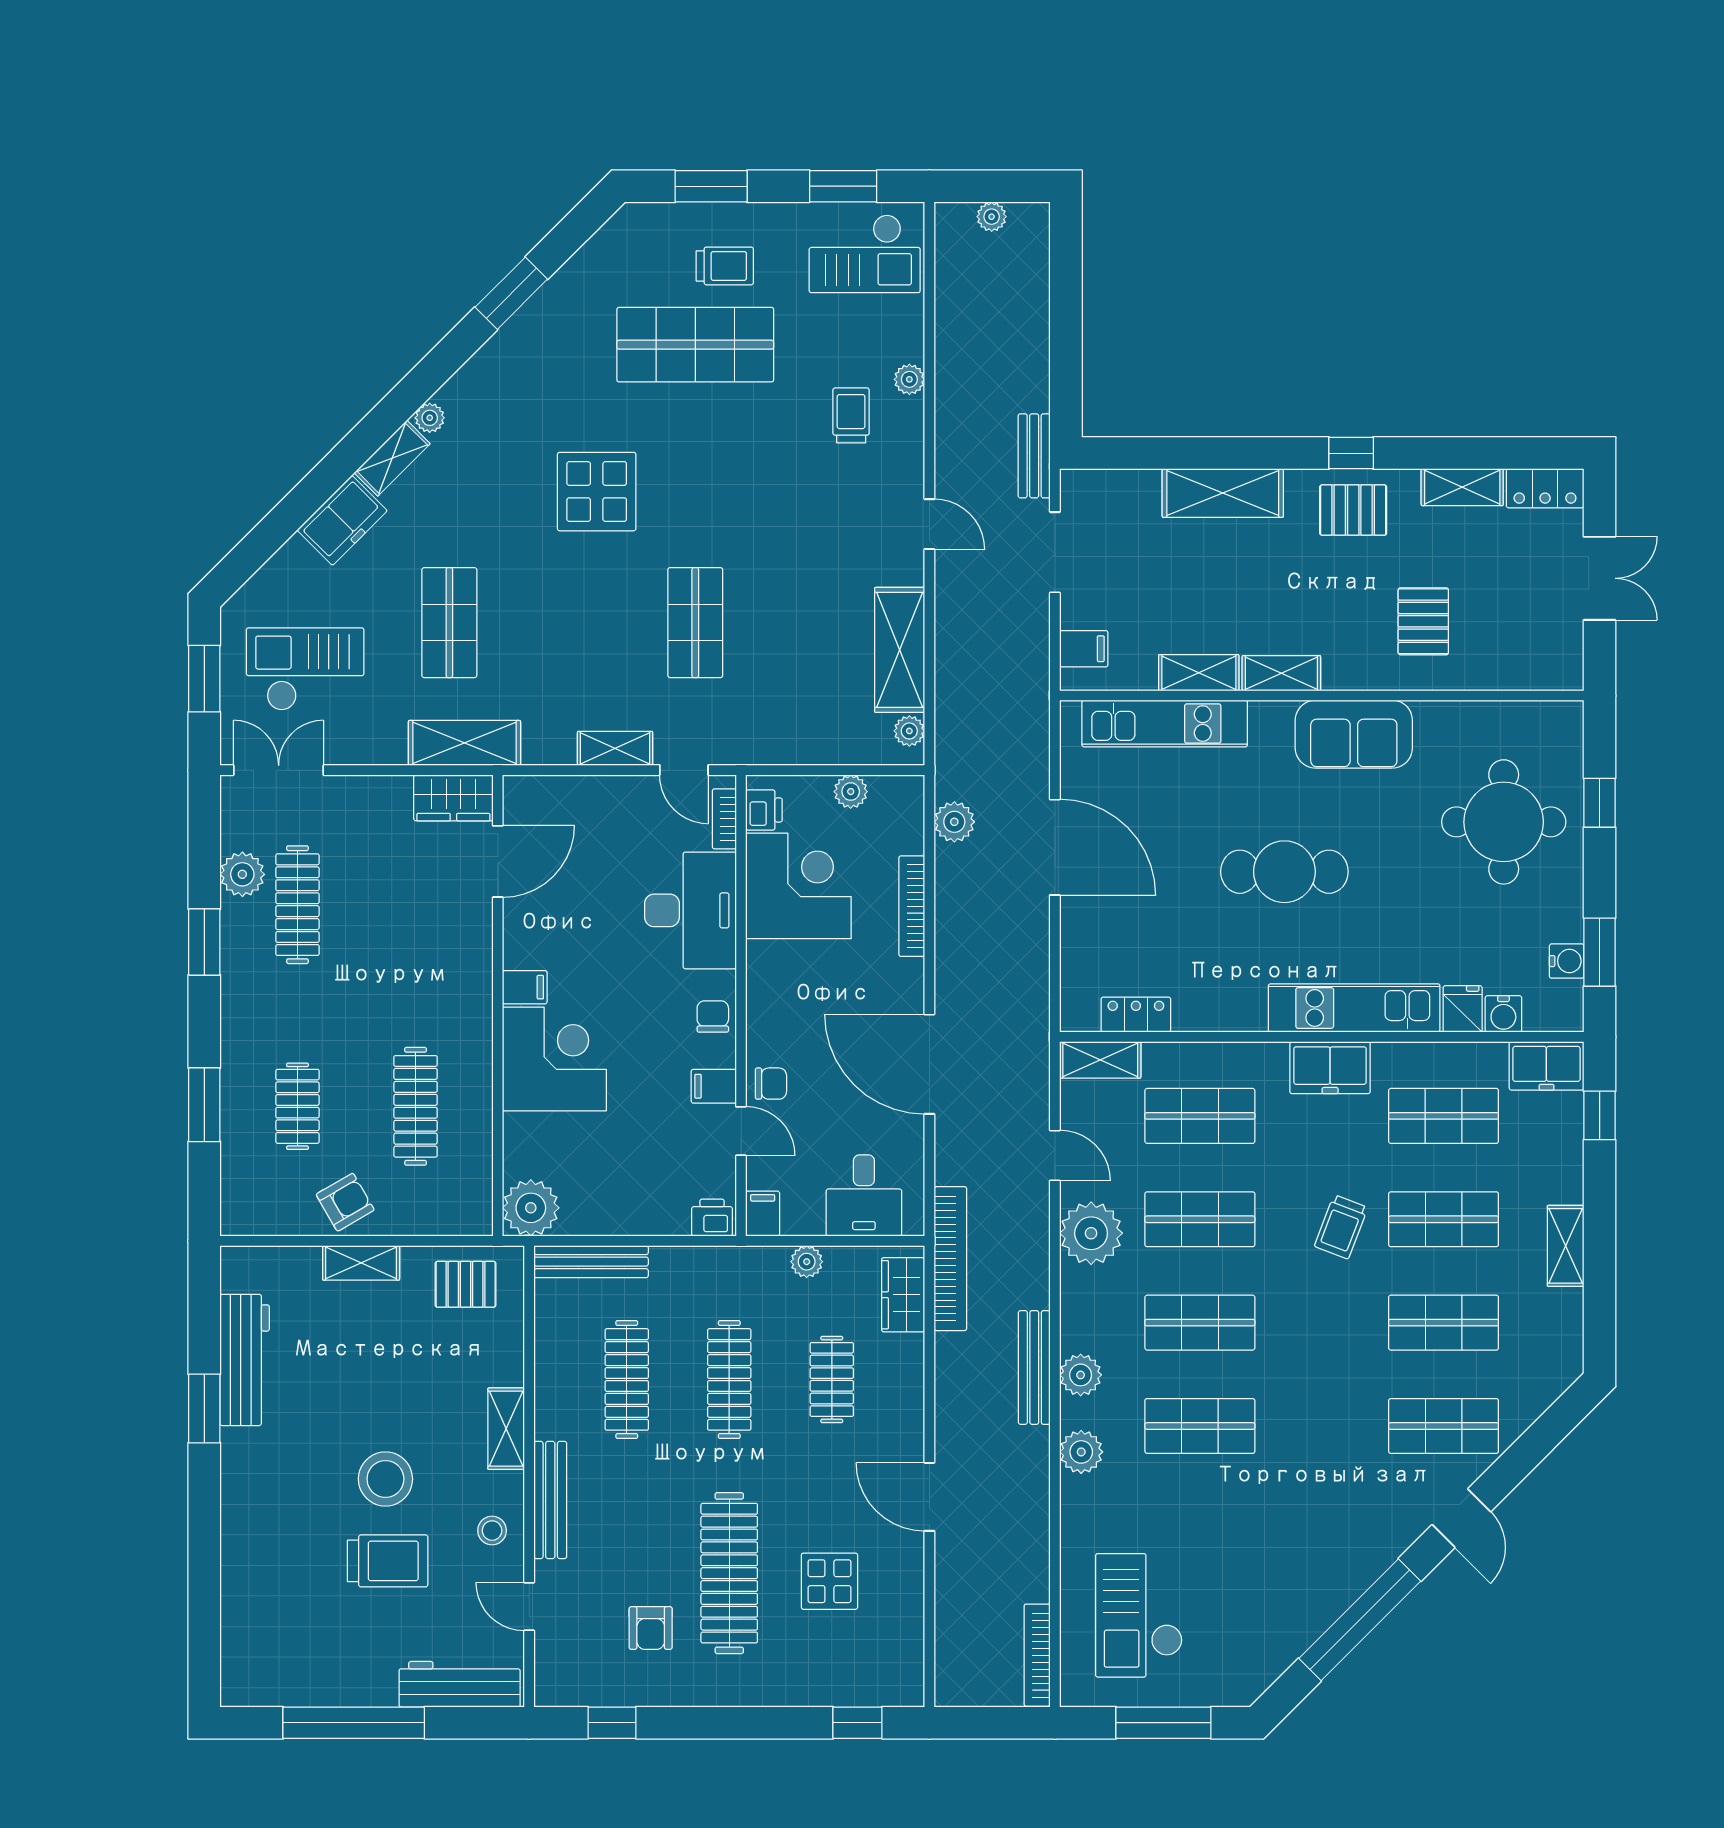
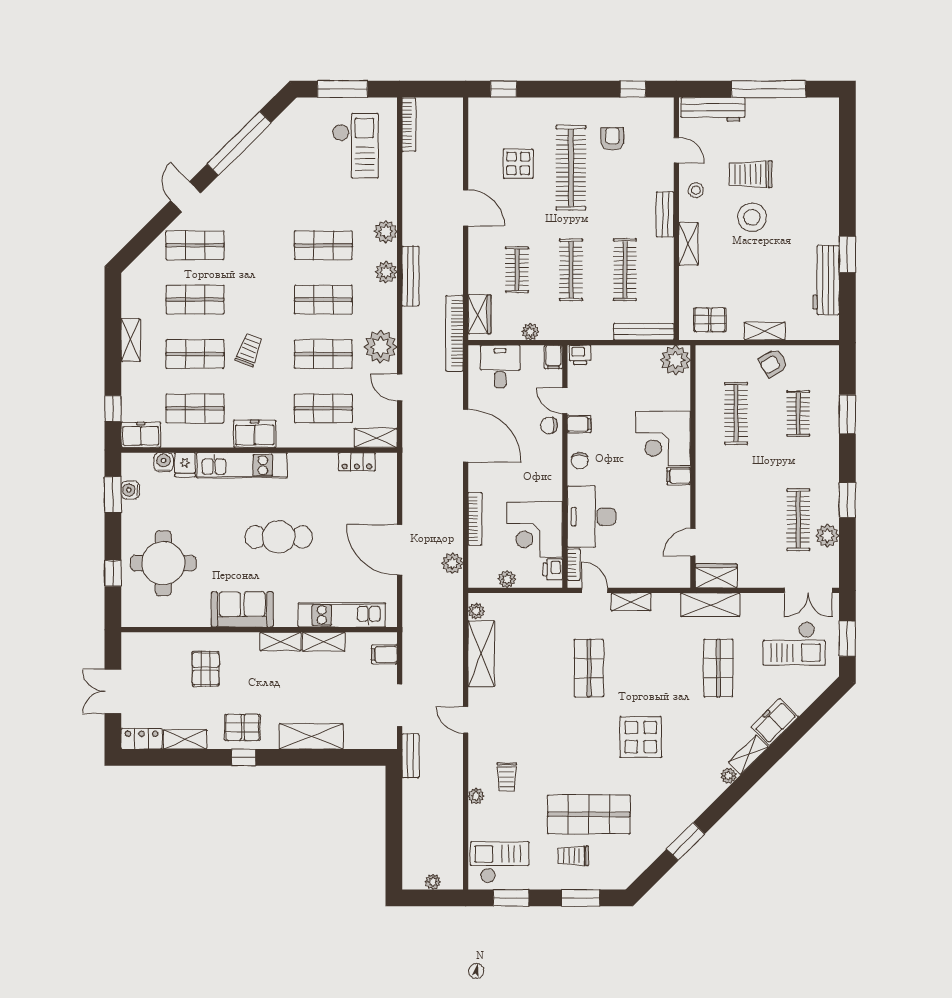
door: (498, 861) -> (693, 542), width x0.73
bench: (550, 1500) -> (665, 215), width x0.73

